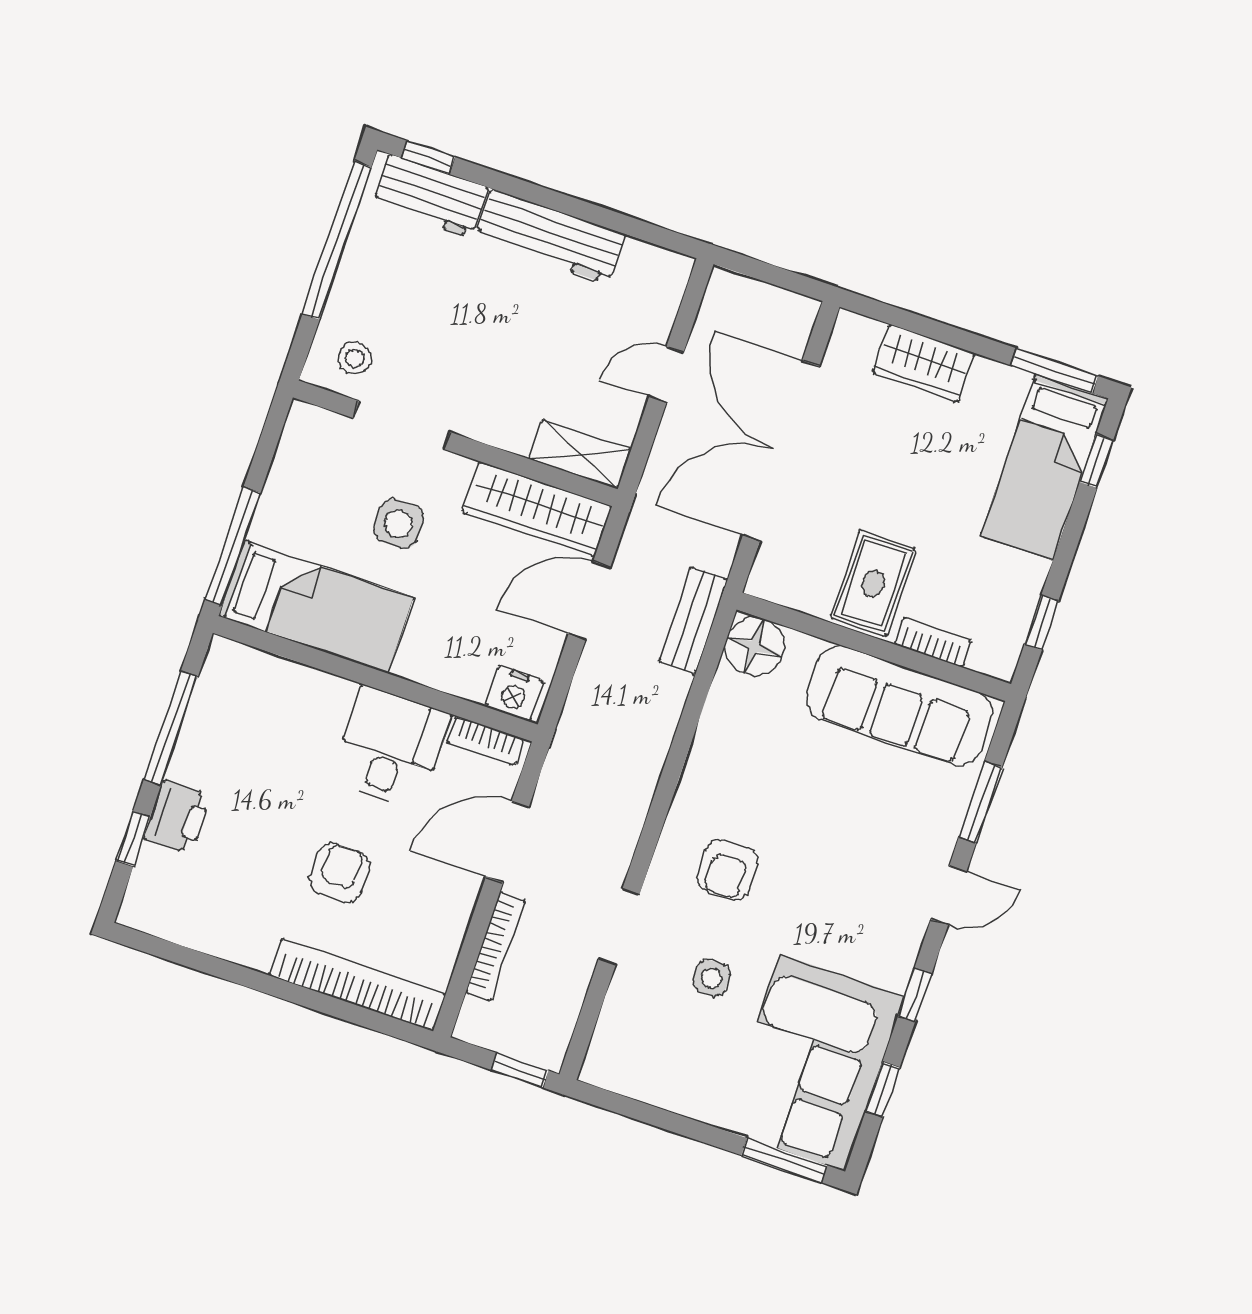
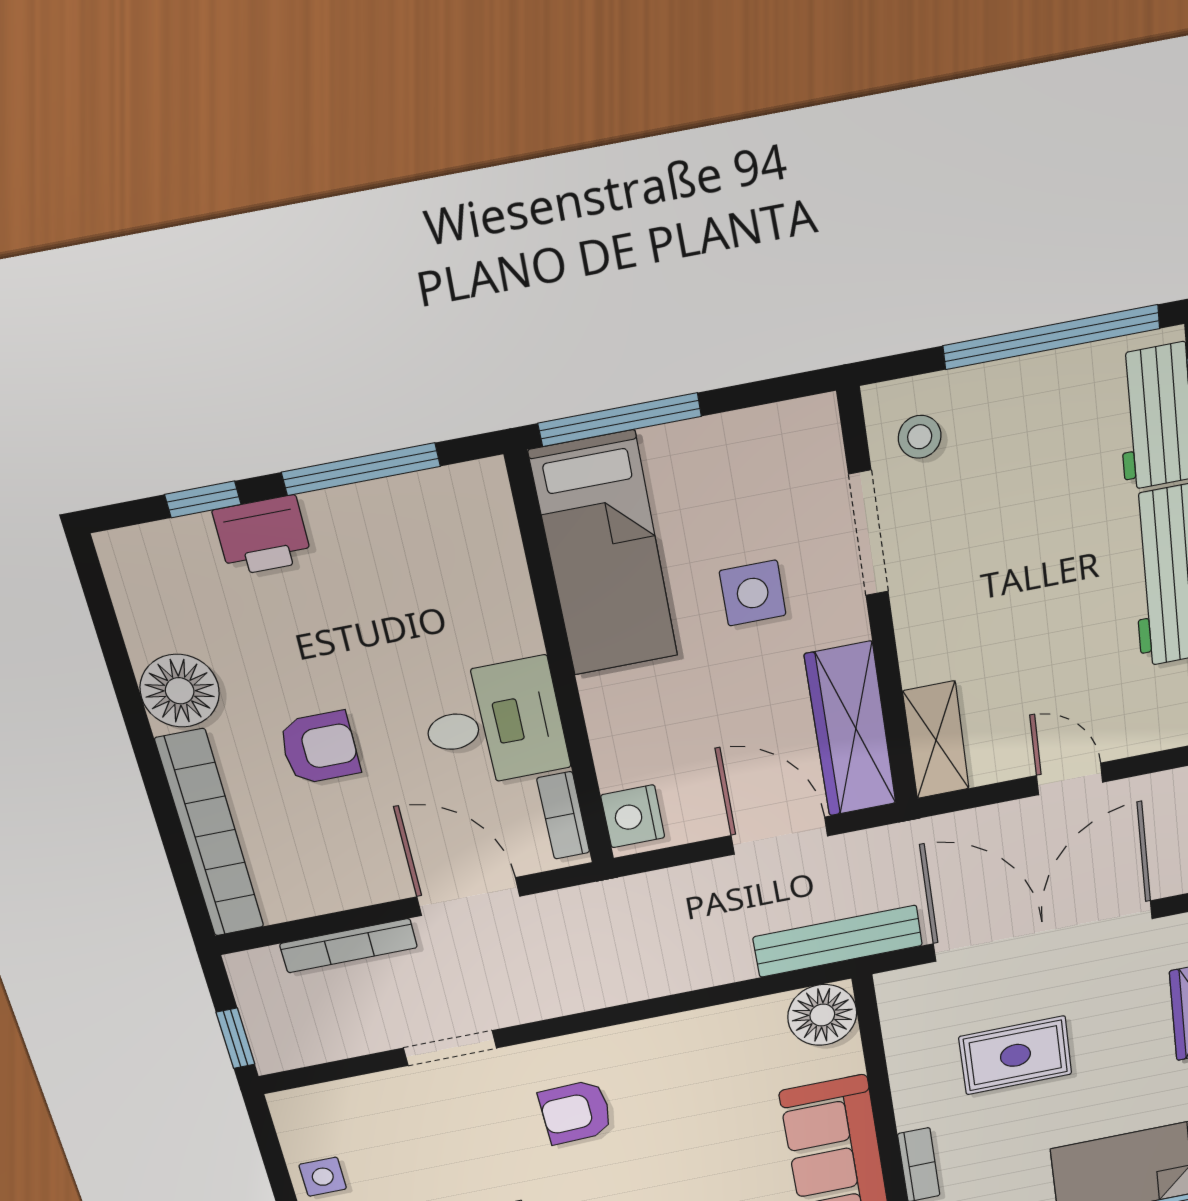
rug: (873, 584) -> (1015, 1055), moved
bench: (694, 621) -> (838, 941), width x1.36
floor lamp: (247, 937) -> (180, 691), added
side table: (712, 978) -> (323, 1177), moved

